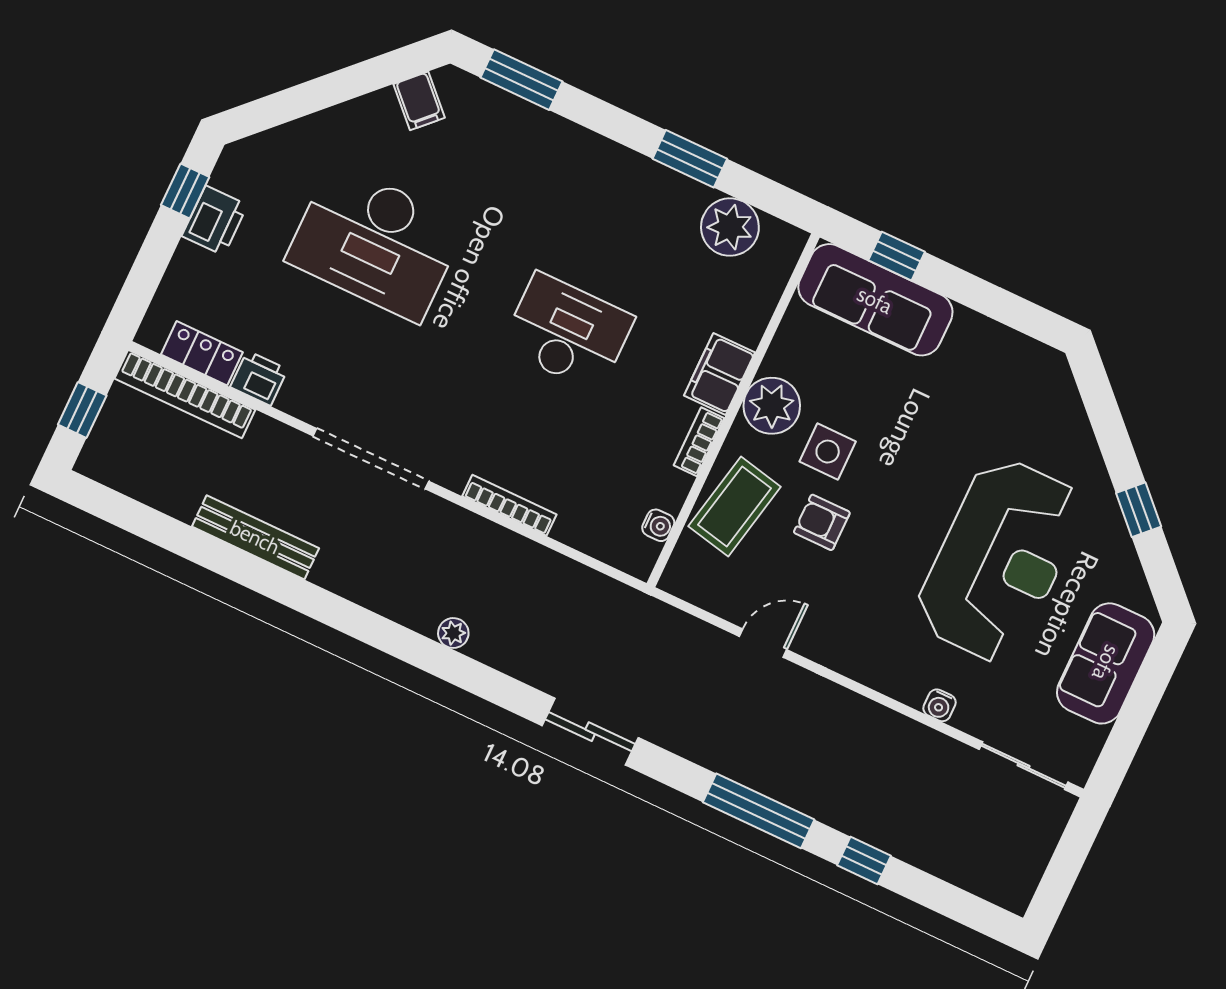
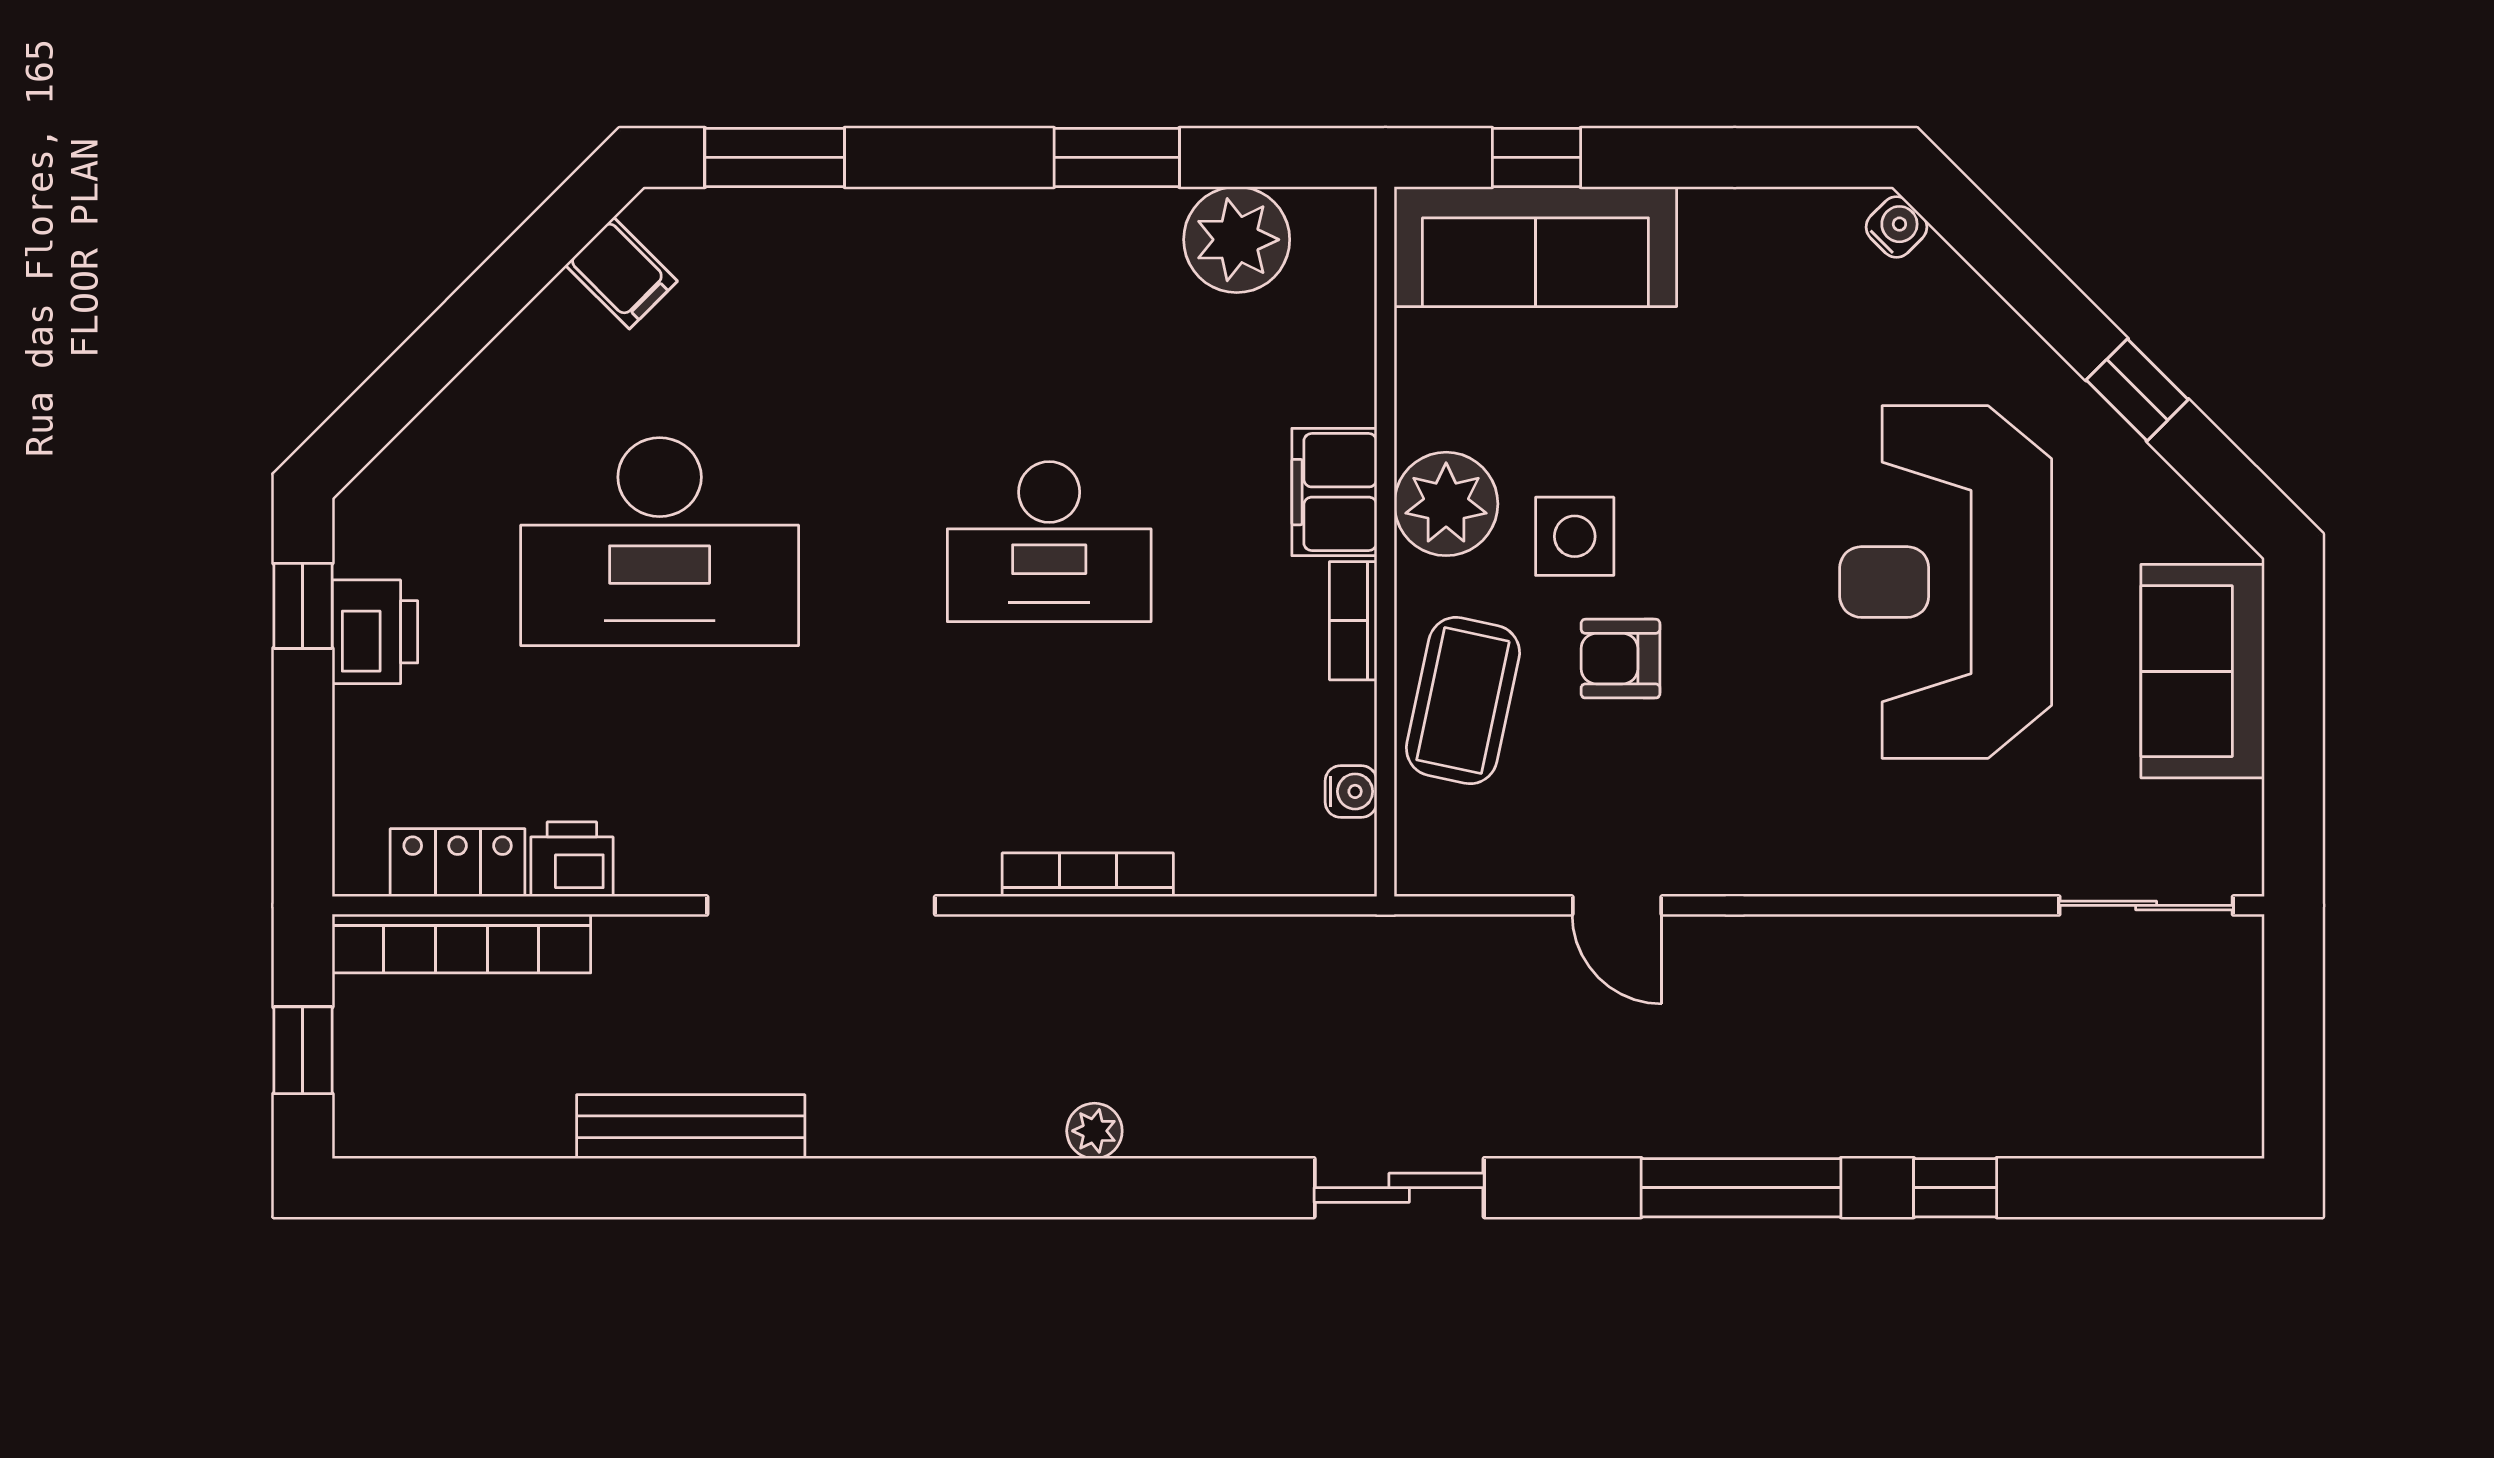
desk: (568, 332) -> (1049, 542), turned 180
reception desk: (1000, 560) -> (1946, 582), turned 180
door: (763, 643) -> (1617, 905), swing flipped
water cooler: (940, 705) -> (1897, 227), moved, turned -135

